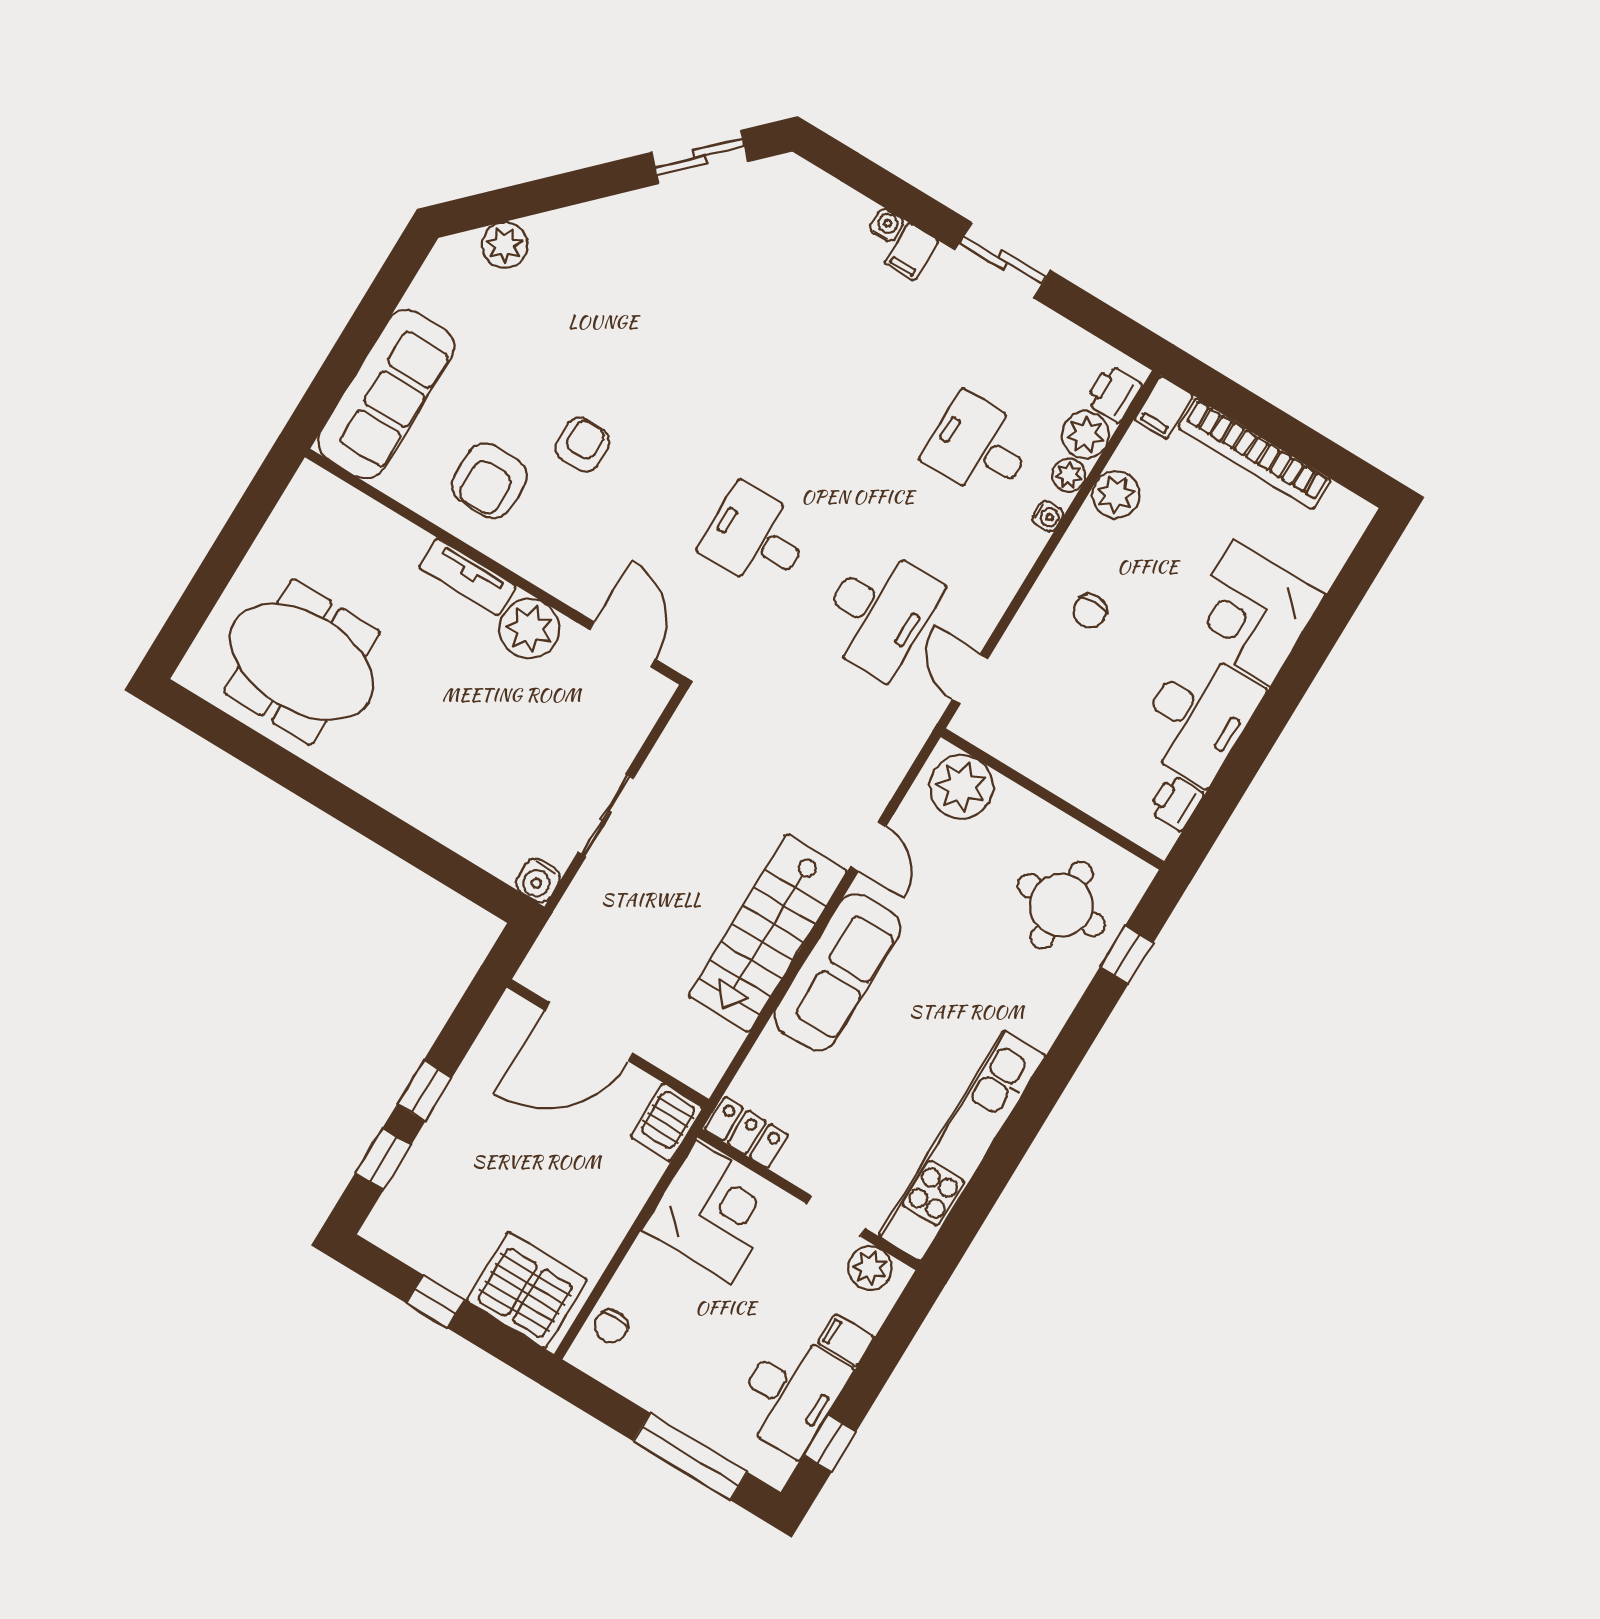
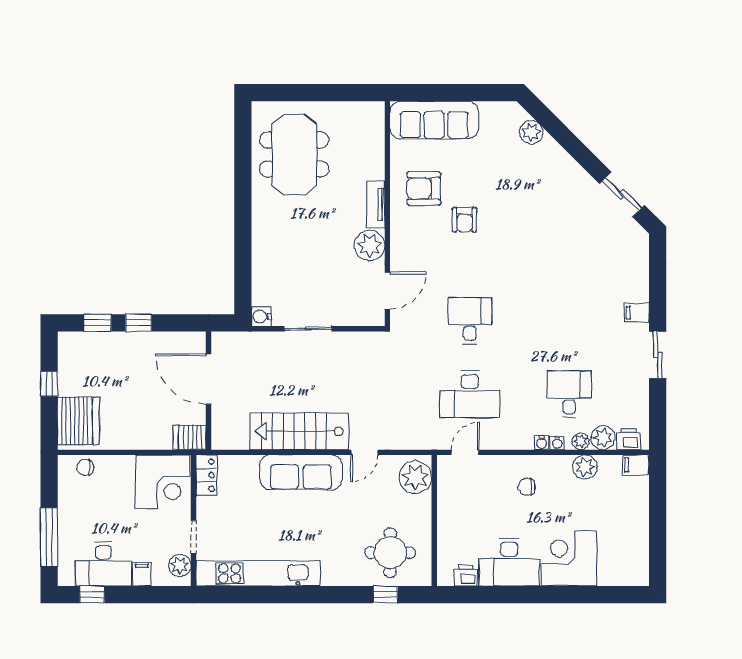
water cooler: (887, 225) -> (542, 443), moved, turned 90
armchair: (582, 445) -> (464, 220), turned 90
bookcase: (1255, 454) -> (640, 517), removed

